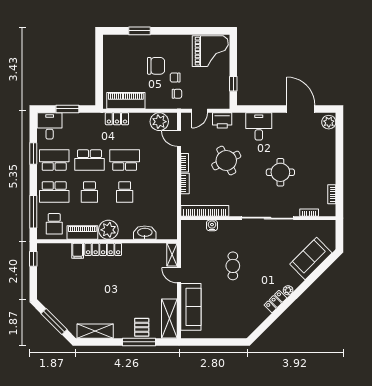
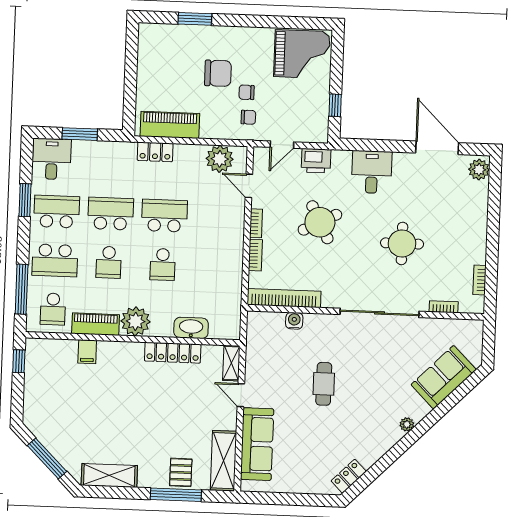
school desk: (89, 160) -> (111, 214), turned 180
locker: (103, 249) -> (173, 353), moved
locker: (275, 302) -> (349, 476), moved

